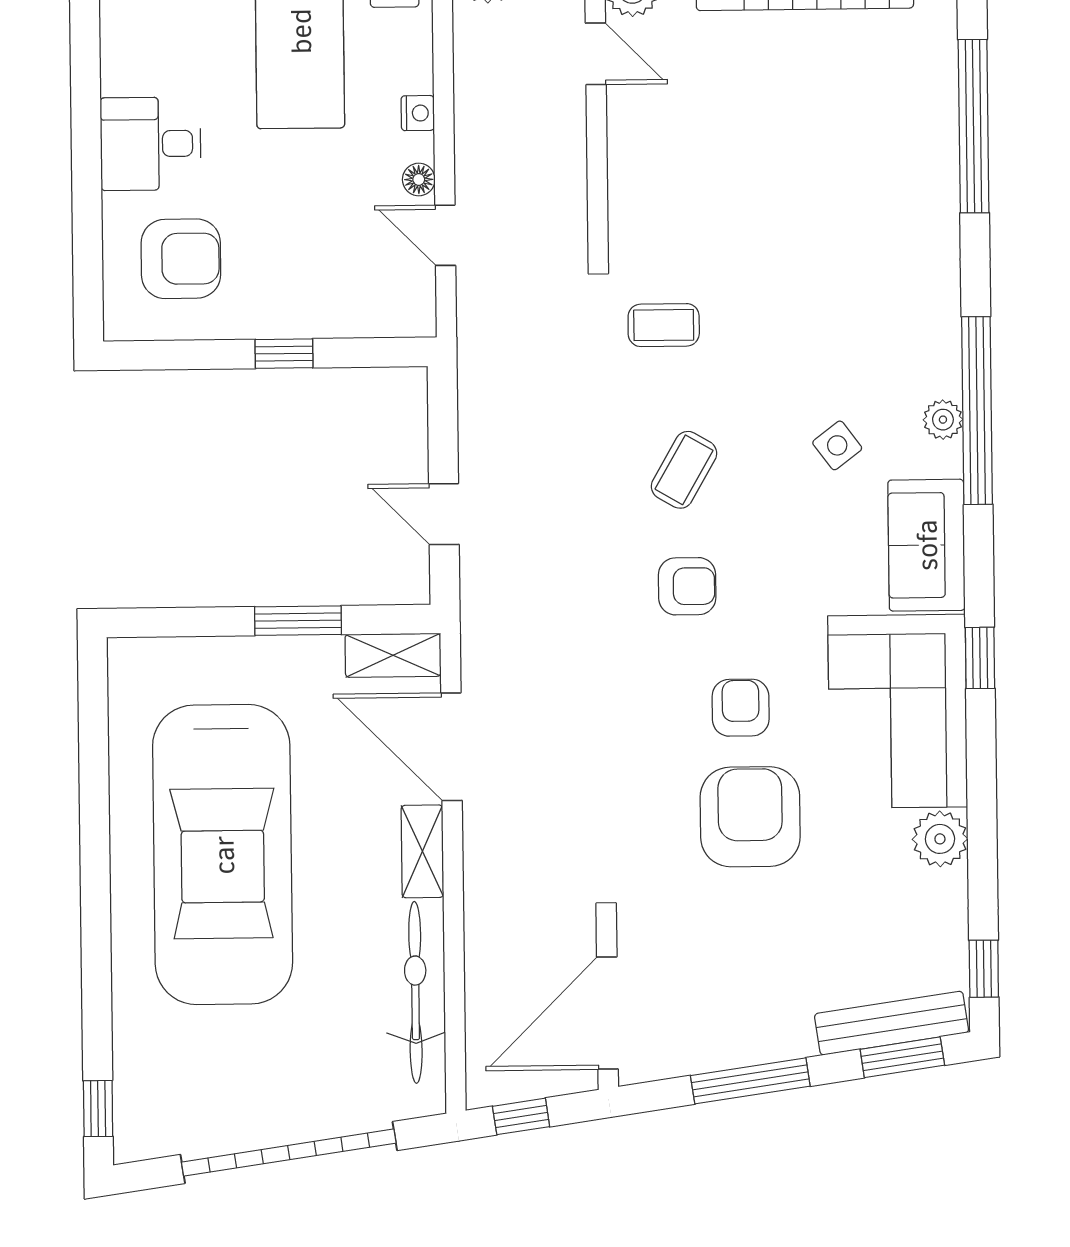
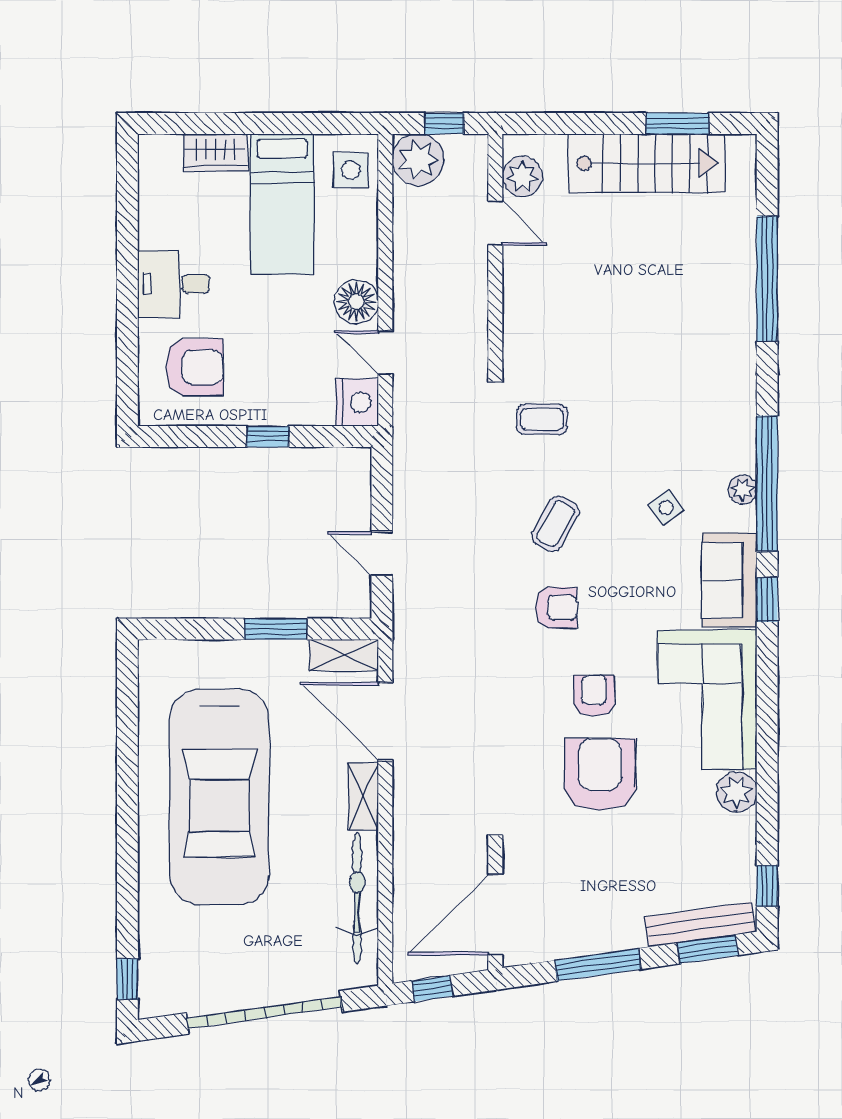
nightstand: (418, 113) -> (357, 402), moved, width x1.89, depth x1.79
floor lamp: (419, 179) -> (356, 302), width x1.89, depth x1.89
window: (980, 658) -> (767, 600), moved

